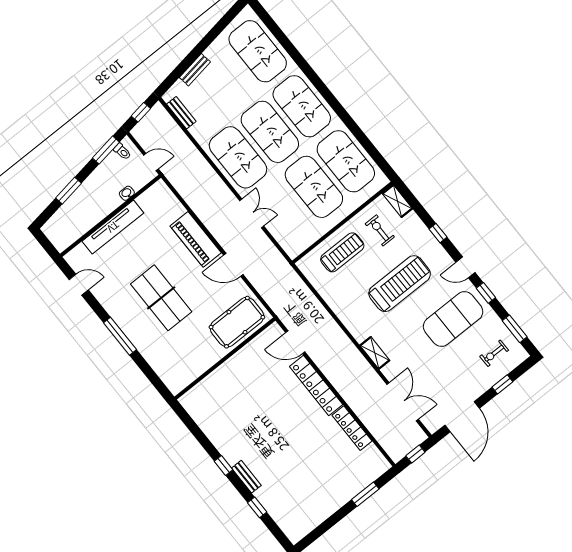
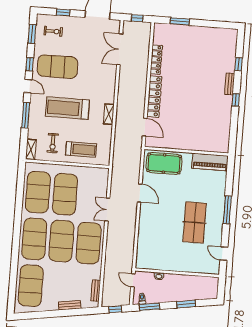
tv unit: (113, 227) -> (181, 266), removed
window: (438, 233) -> (26, 115), width x2.17
piano: (196, 239) -> (210, 162), moved, turned 90
treadmill: (342, 252) -> (81, 149), turned 180
table tennis table: (161, 298) -> (195, 222), moved
shelving: (375, 353) -> (109, 114), moved

